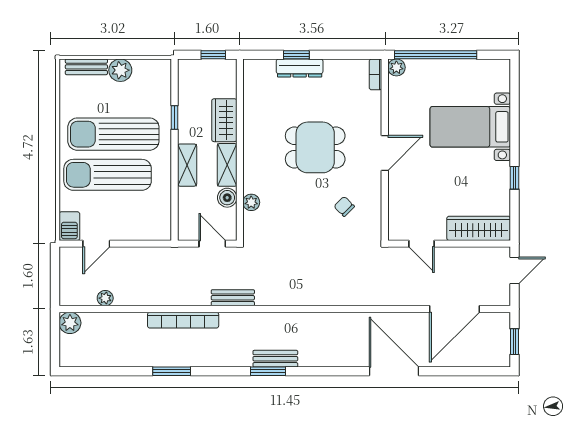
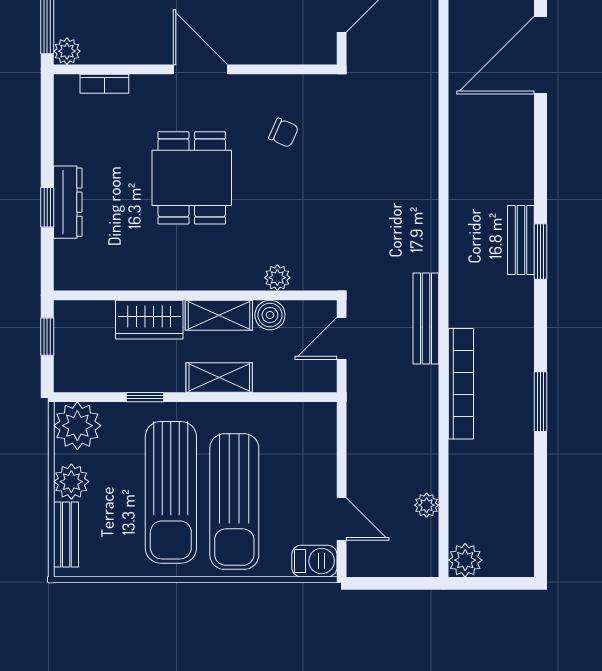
plant: (156, 74) -> (77, 426), added
bookcase: (376, 74) -> (104, 84), moved
chair: (344, 206) -> (284, 133), turned -111
bench: (233, 298) -> (426, 318), width x1.36

